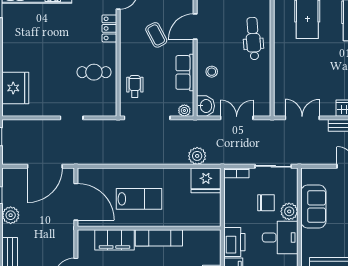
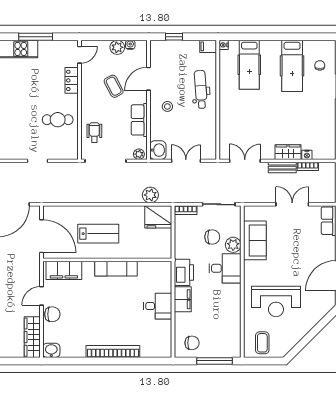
stool: (212, 72) -> (167, 106), moved
filing cabinet: (114, 240) -> (64, 270), moved

